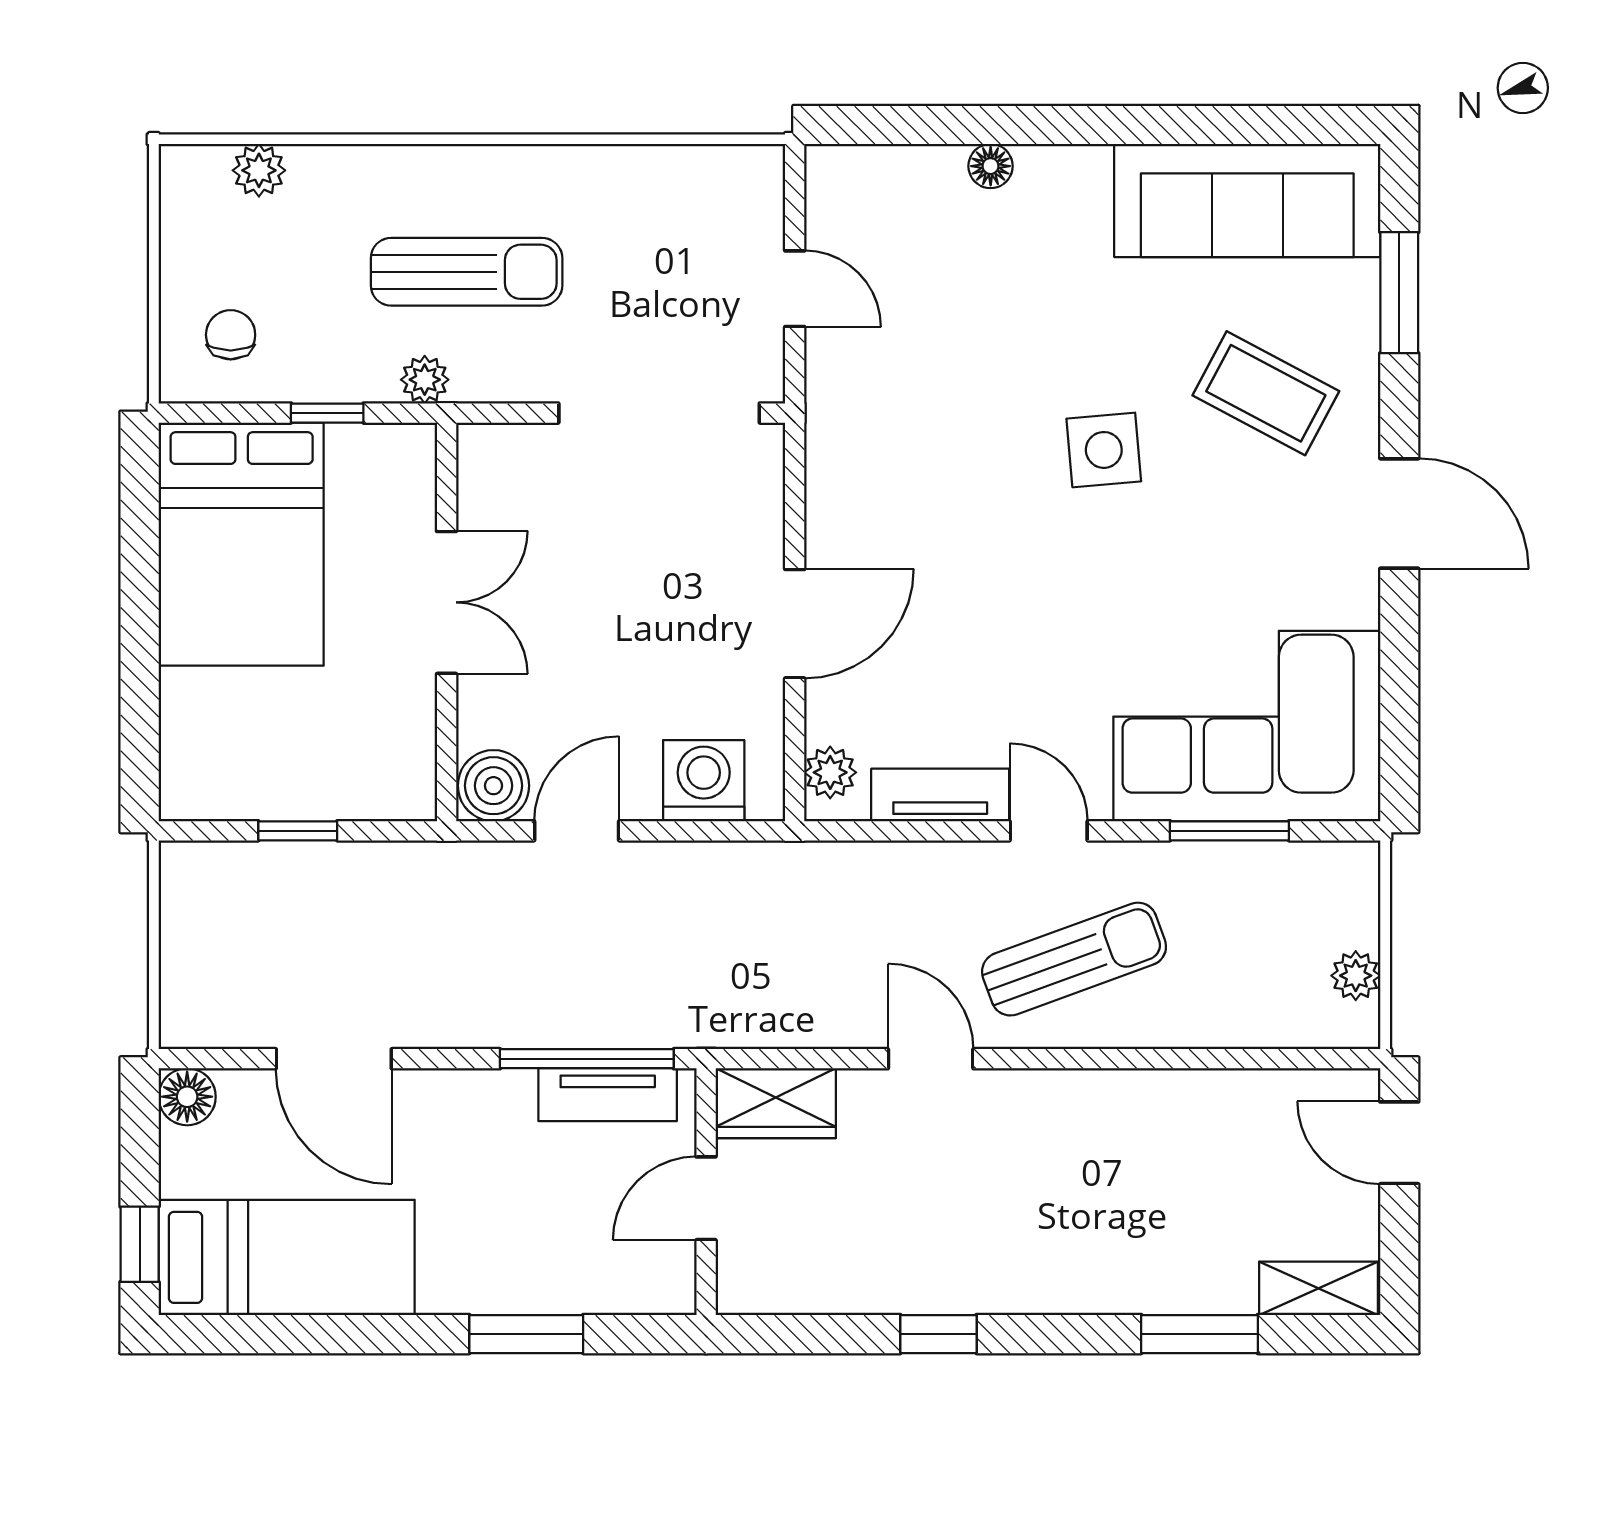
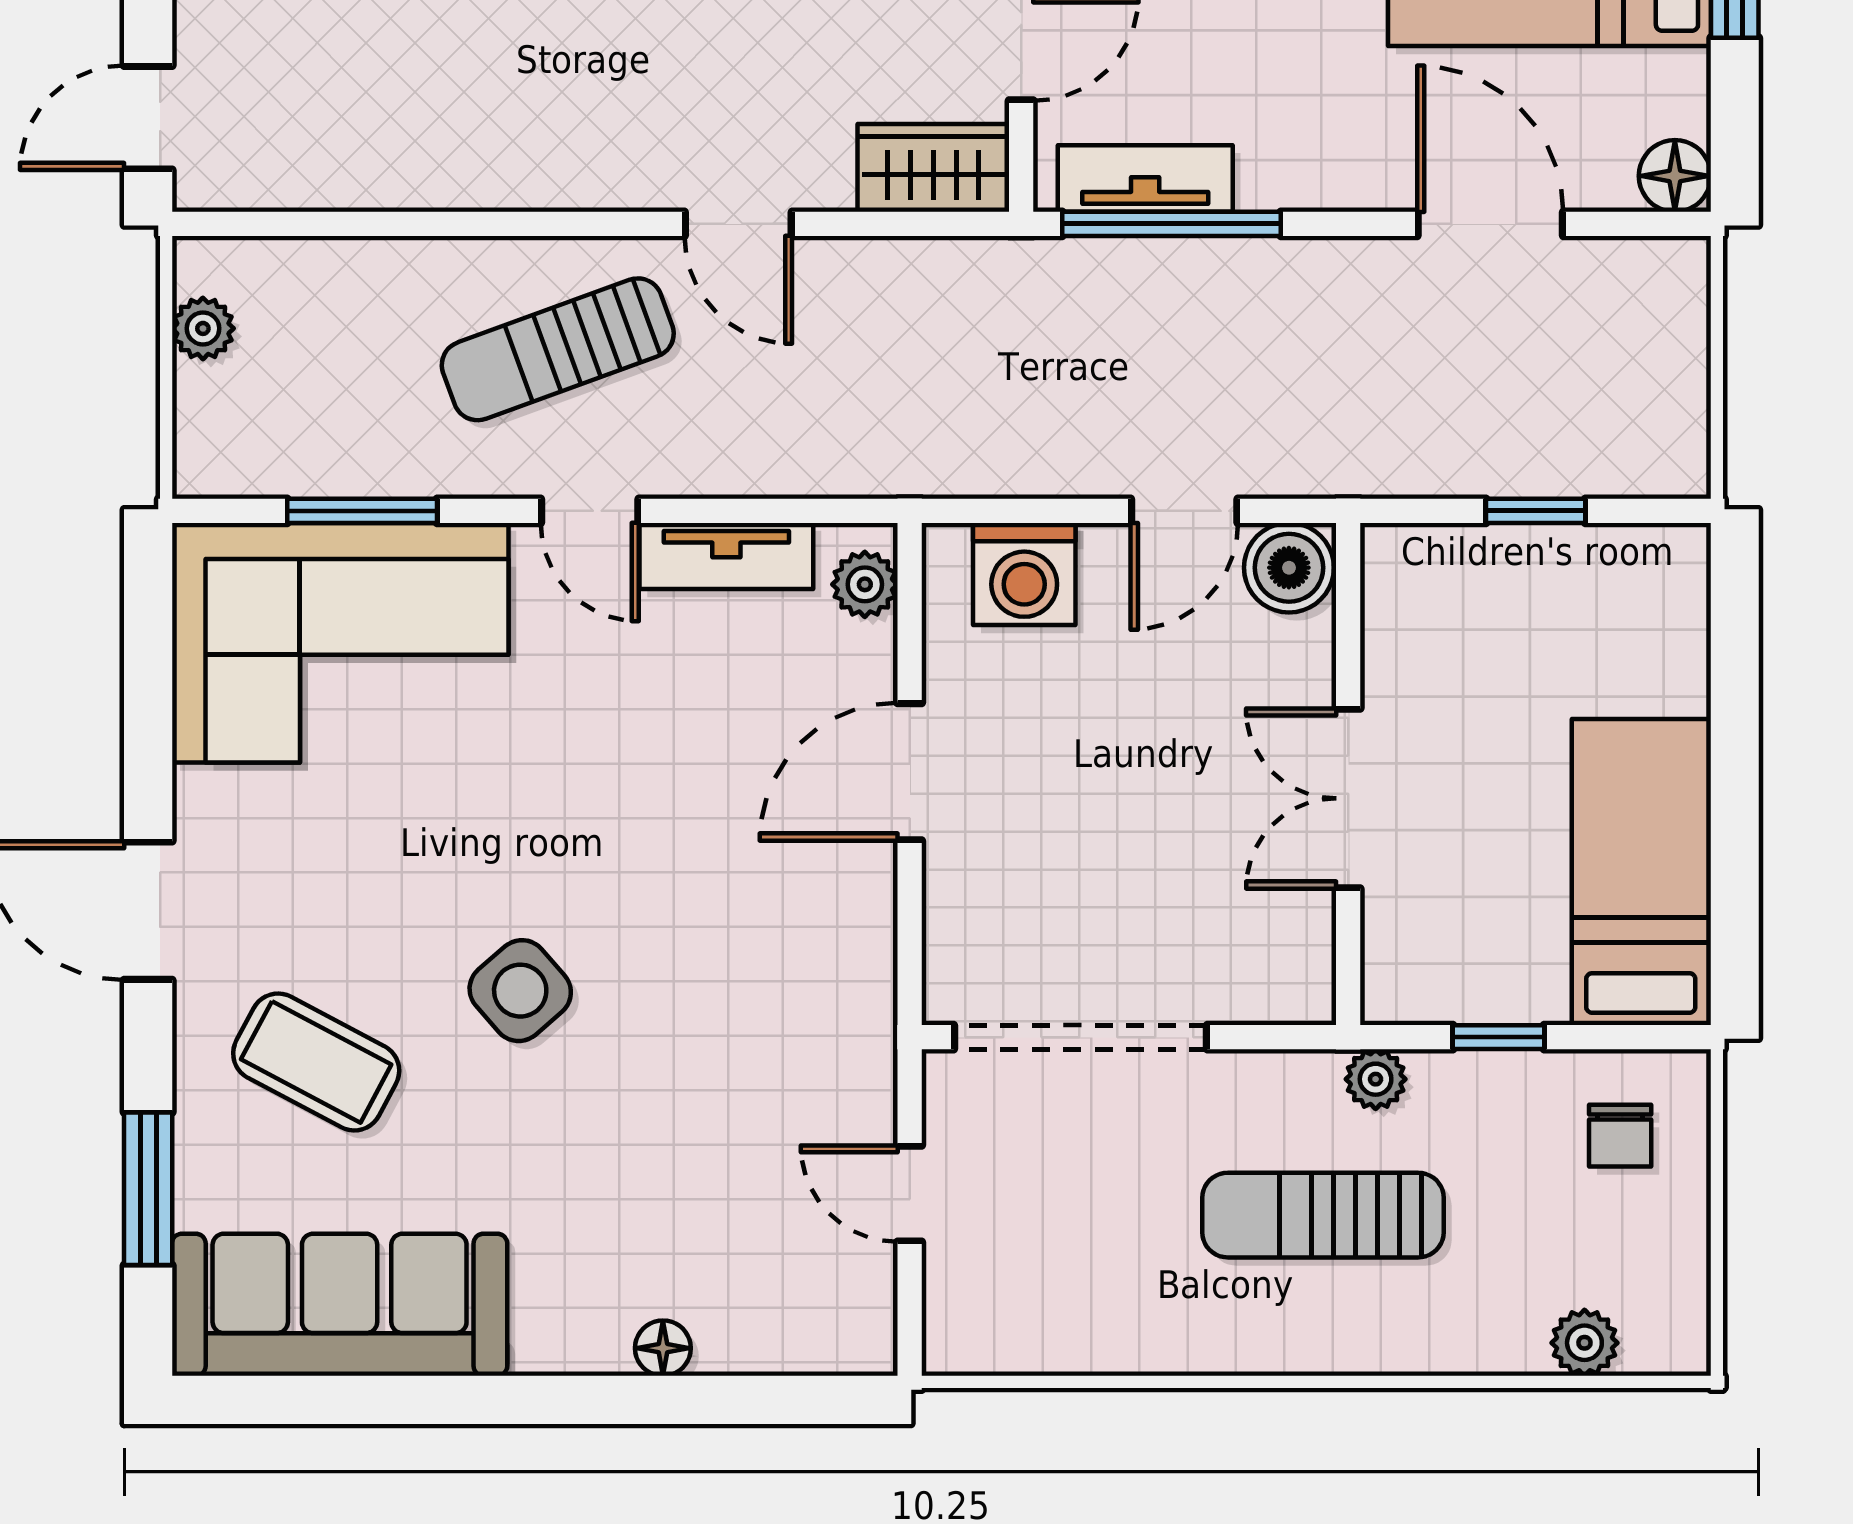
side table: (1104, 450) -> (520, 991), turned -36
bed: (242, 544) -> (1641, 872), width x0.67
door: (1399, 1143) -> (148, 118), swing flipped

